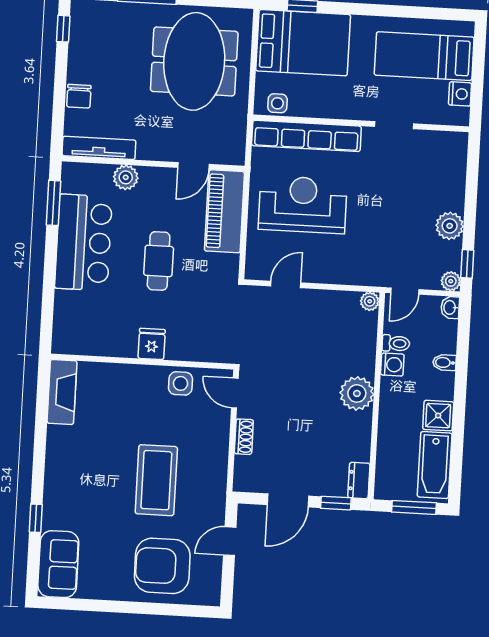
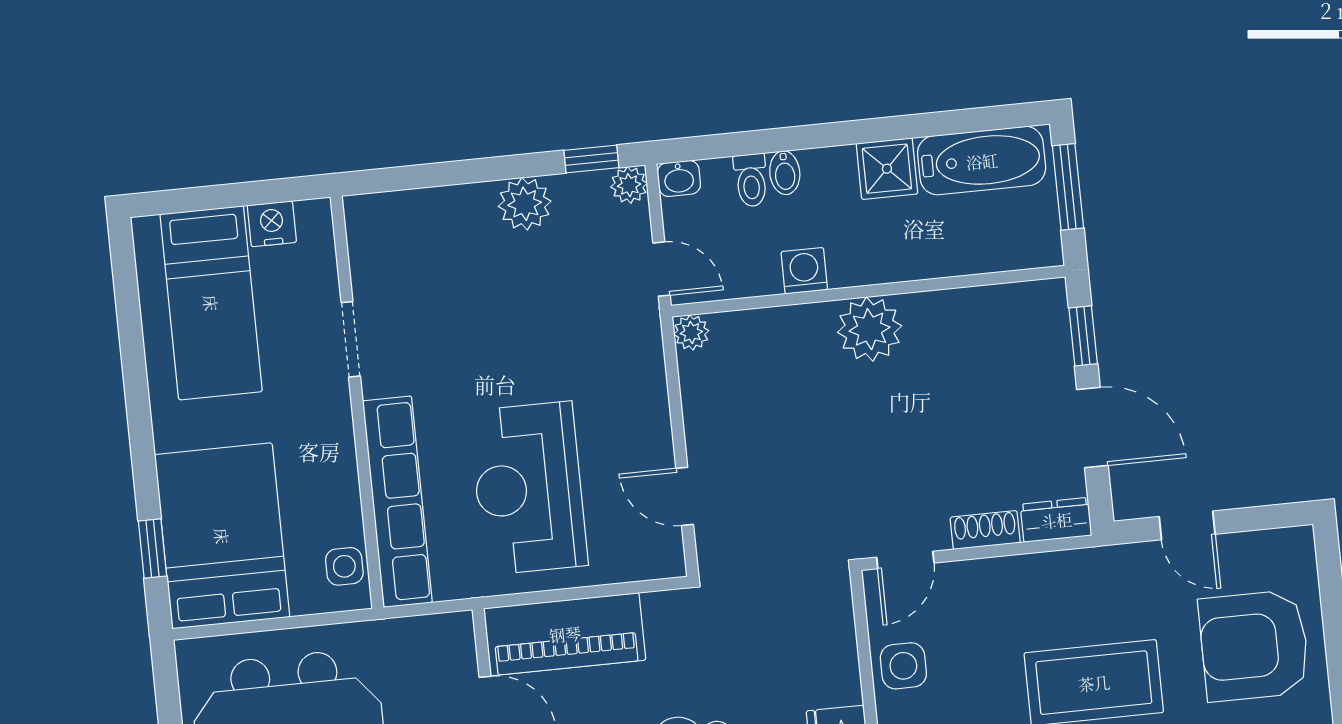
toilet: (396, 343) -> (751, 180), moved, turned 180
dresser: (359, 480) -> (1056, 520), moved, turned 180
armchair: (162, 566) -> (1254, 646), turned 90

